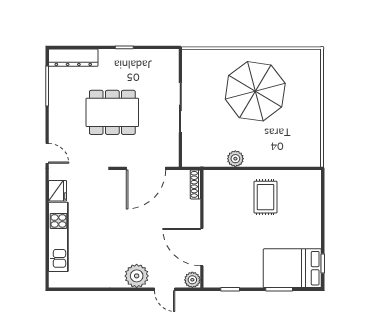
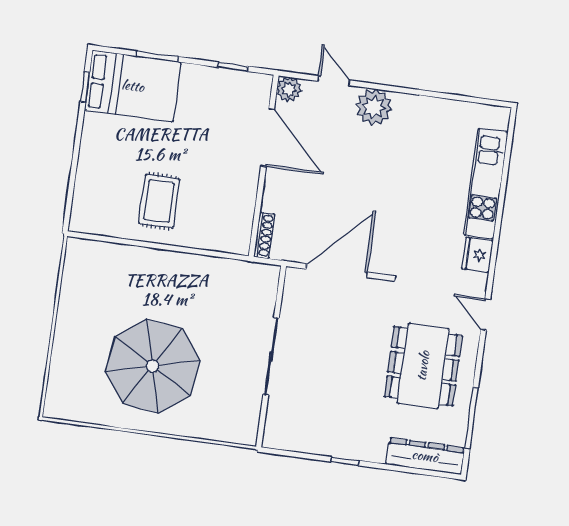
dining table: (112, 112) -> (423, 366), moved, turned 90
plant: (235, 159) -> (197, 267), removed

